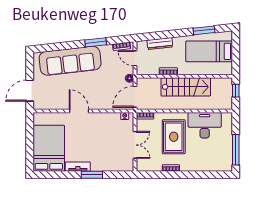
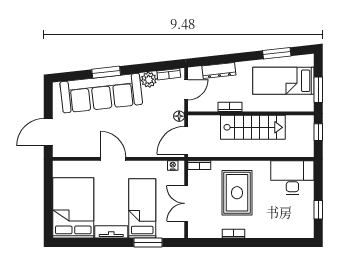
window: (96, 42) -> (106, 72), moved
plant: (106, 51) -> (149, 80), added
door: (135, 58) -> (186, 90), swing flipped
window: (236, 58) -> (318, 90), added
desk: (205, 125) -> (292, 178), moved
double door: (135, 145) -> (186, 203), swing flipped
bed: (101, 149) -> (142, 208), added
window: (236, 150) -> (318, 210), width x0.46
window: (92, 175) -> (148, 242), moved

